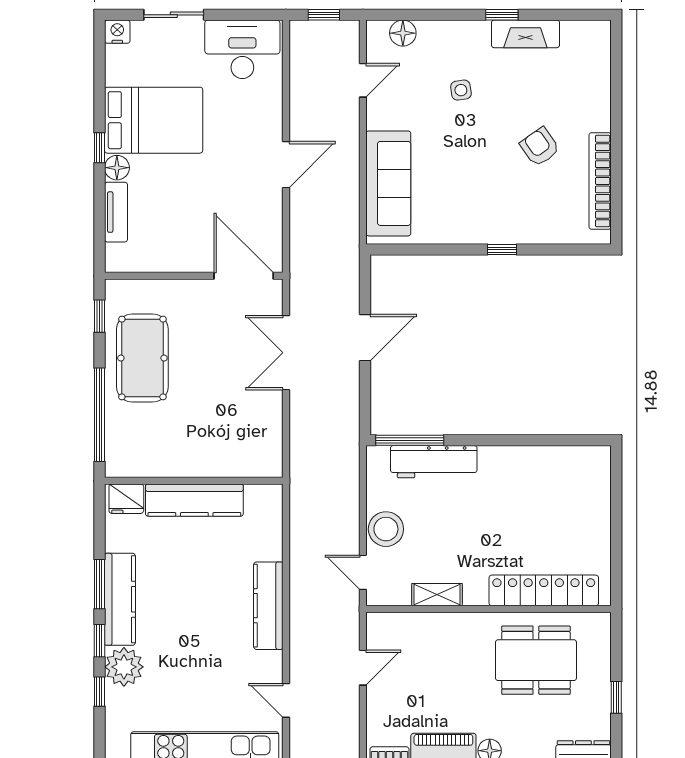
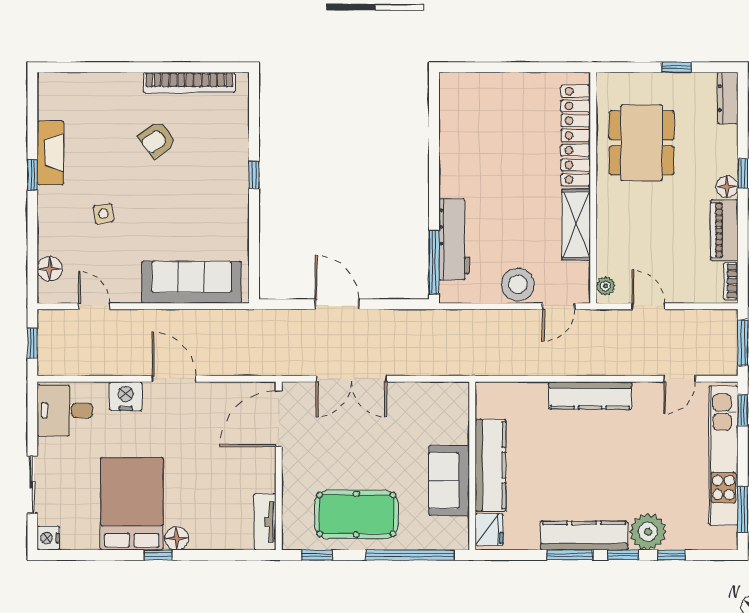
desk: (242, 49) -> (65, 410), width x0.73
nightstand: (268, 114) -> (126, 396), added
tv unit: (116, 212) -> (265, 522), moved, turned -90
sofa: (178, 456) -> (449, 480), added
shelving: (437, 595) -> (576, 224), width x1.50, depth x1.33
plant: (384, 622) -> (605, 286), added

